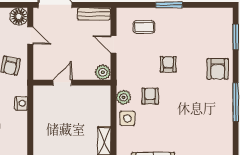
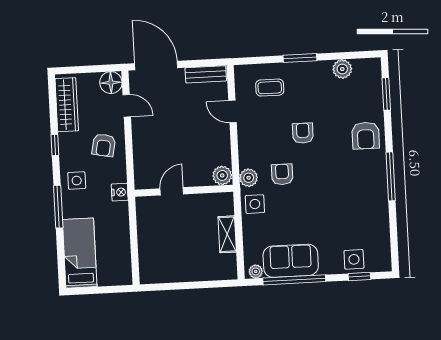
plant: (202, 15) -> (342, 69), added
plant: (103, 72) -> (222, 175), moved
door: (62, 83) -> (172, 191), moved
wall: (72, 83) -> (184, 191), moved

